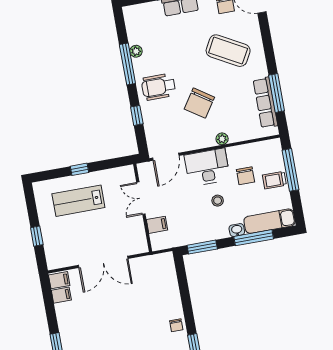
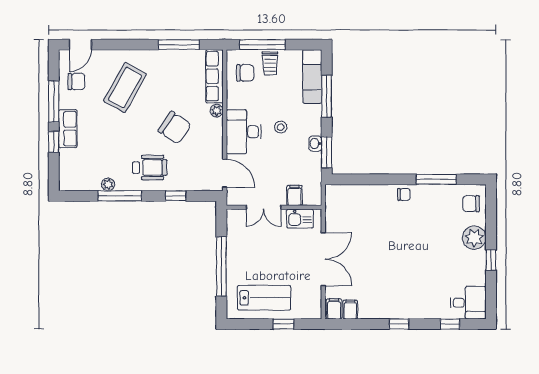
wheelchair: (159, 87) -> (150, 168), turned -90
row of seats: (265, 103) -> (214, 76), moved, turned 90
window: (79, 169) -> (221, 266), width x3.17
chair: (246, 176) -> (245, 73), moved
lab bench: (78, 201) -> (264, 298), moved, turned -90
washbasin: (237, 230) -> (315, 143), moved
kitchen sink: (137, 234) -> (300, 219), added

